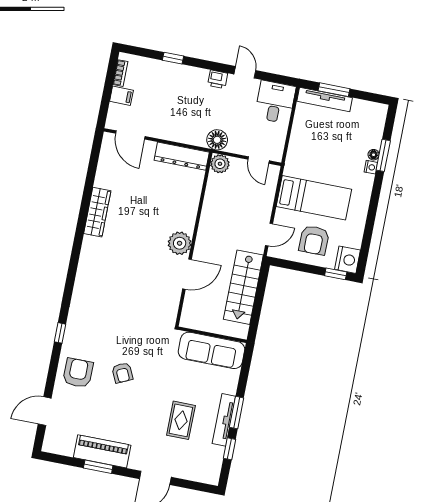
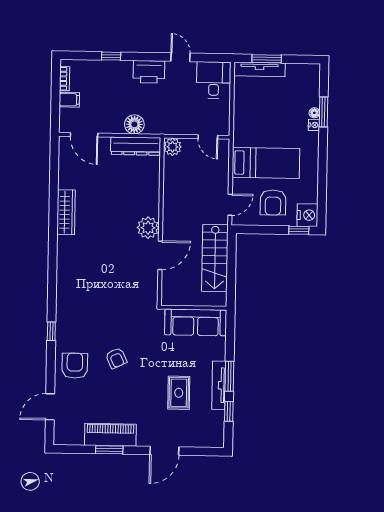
printer: (218, 79) -> (149, 72), width x1.87, depth x1.48
floor lamp: (217, 140) -> (134, 124), moved

